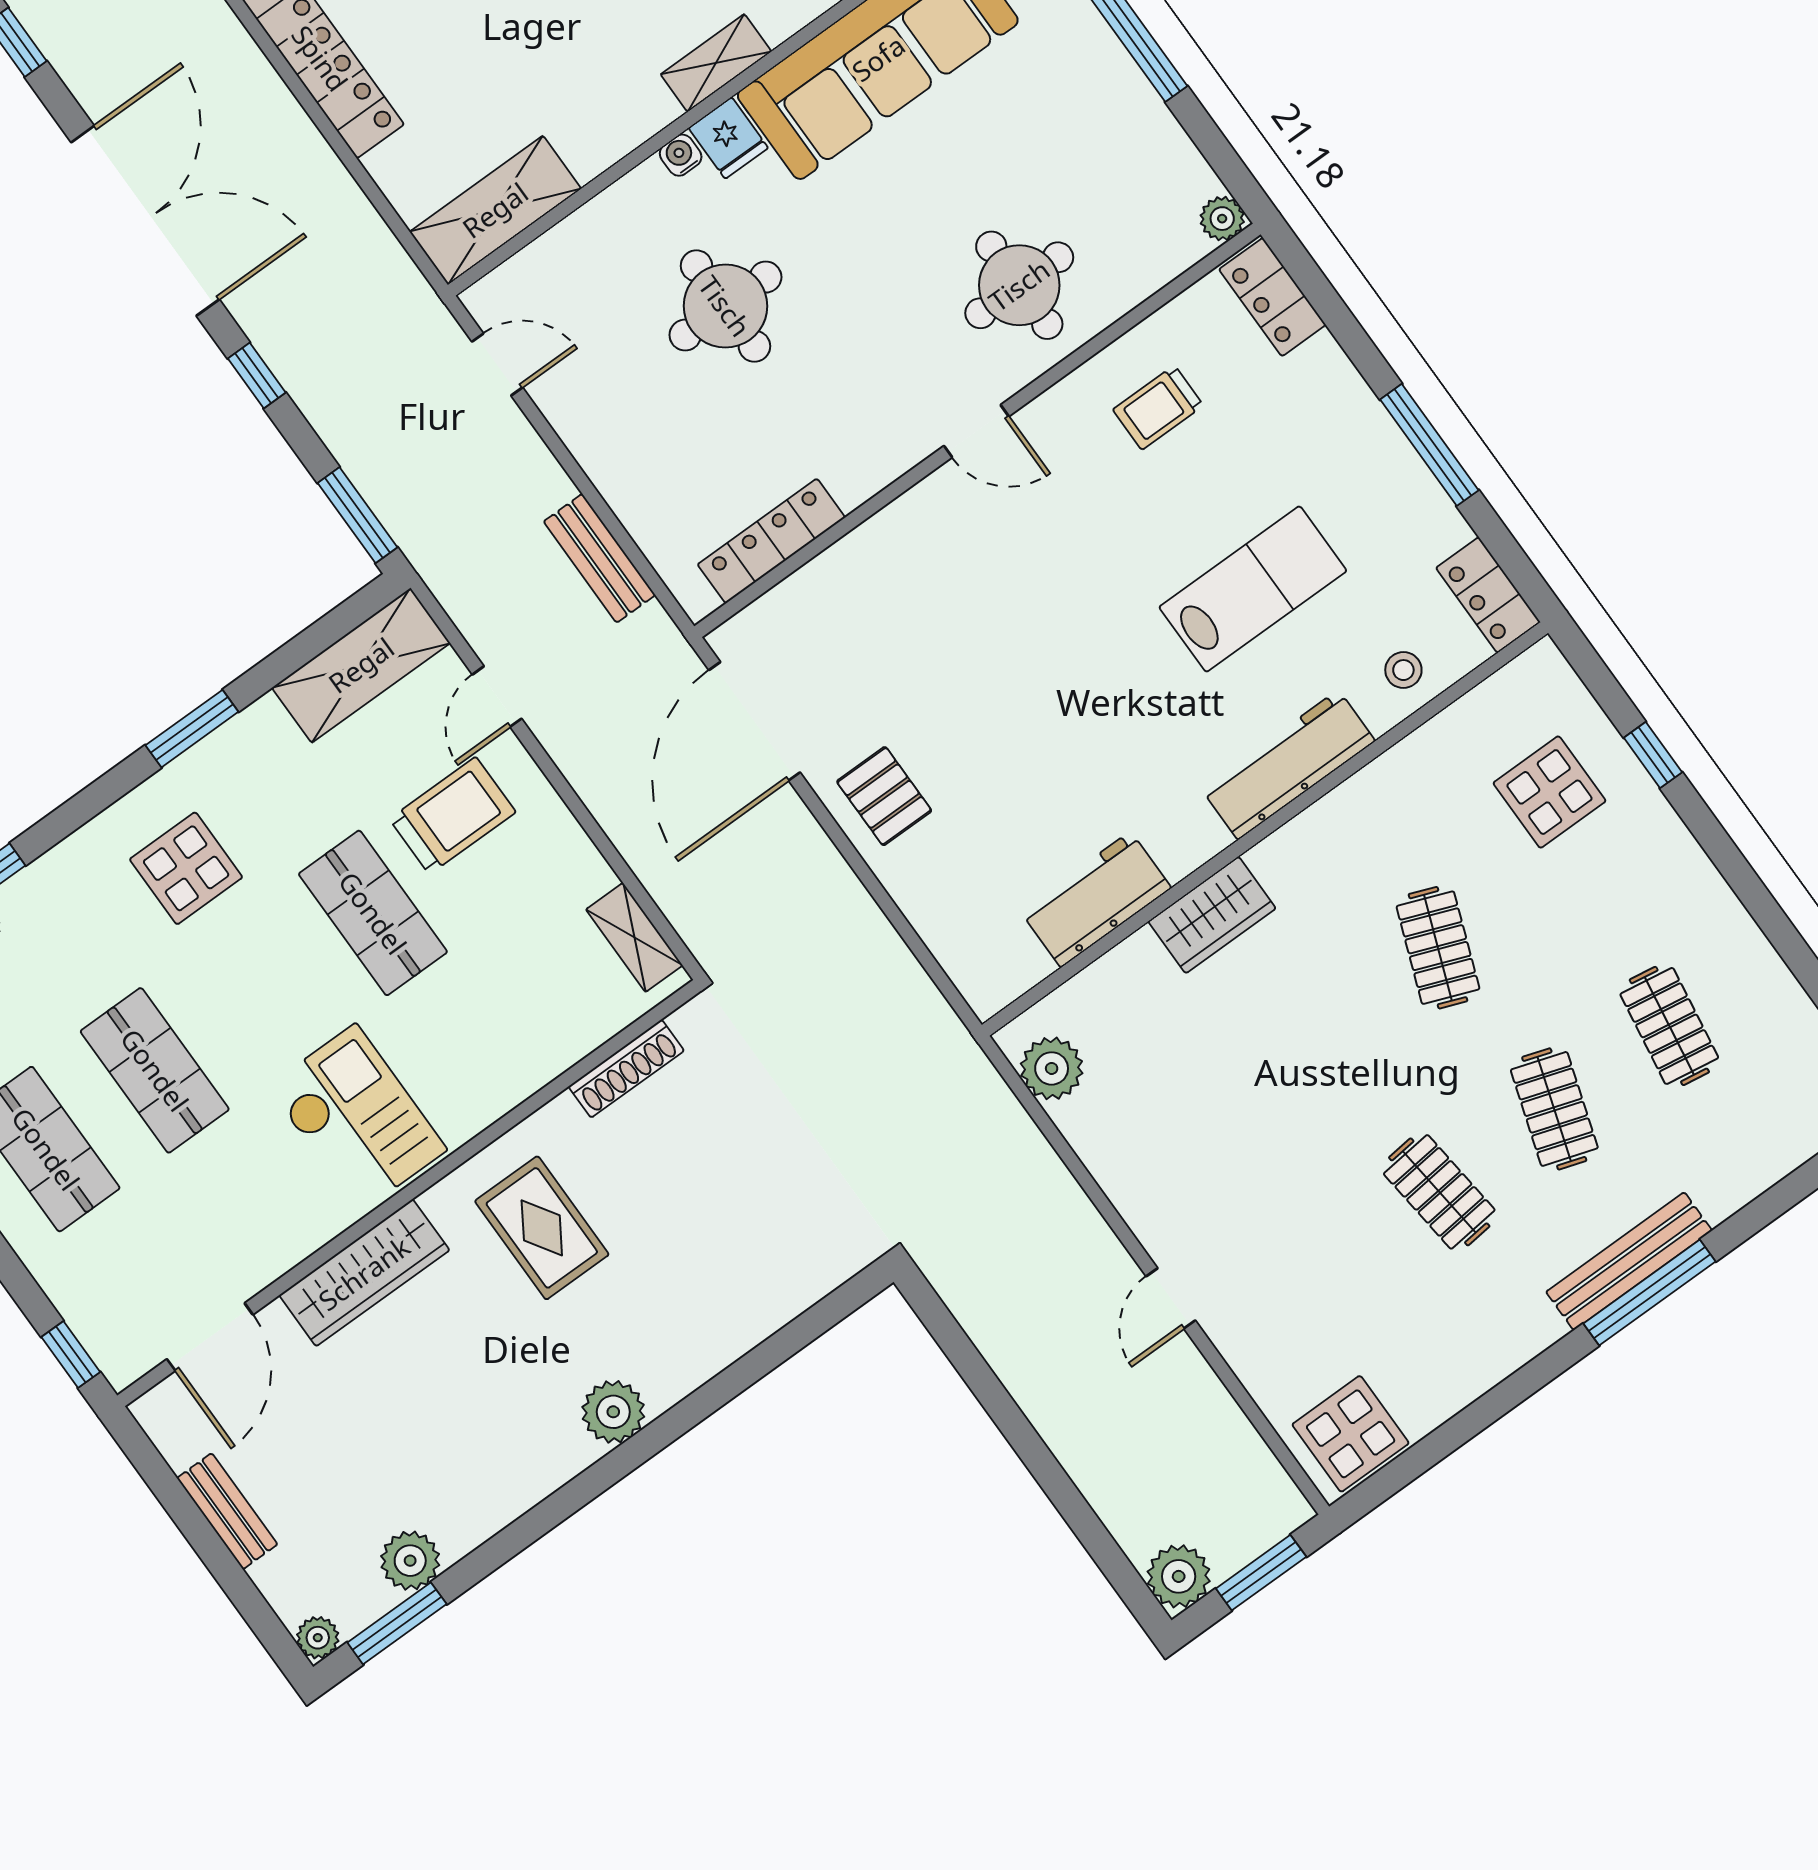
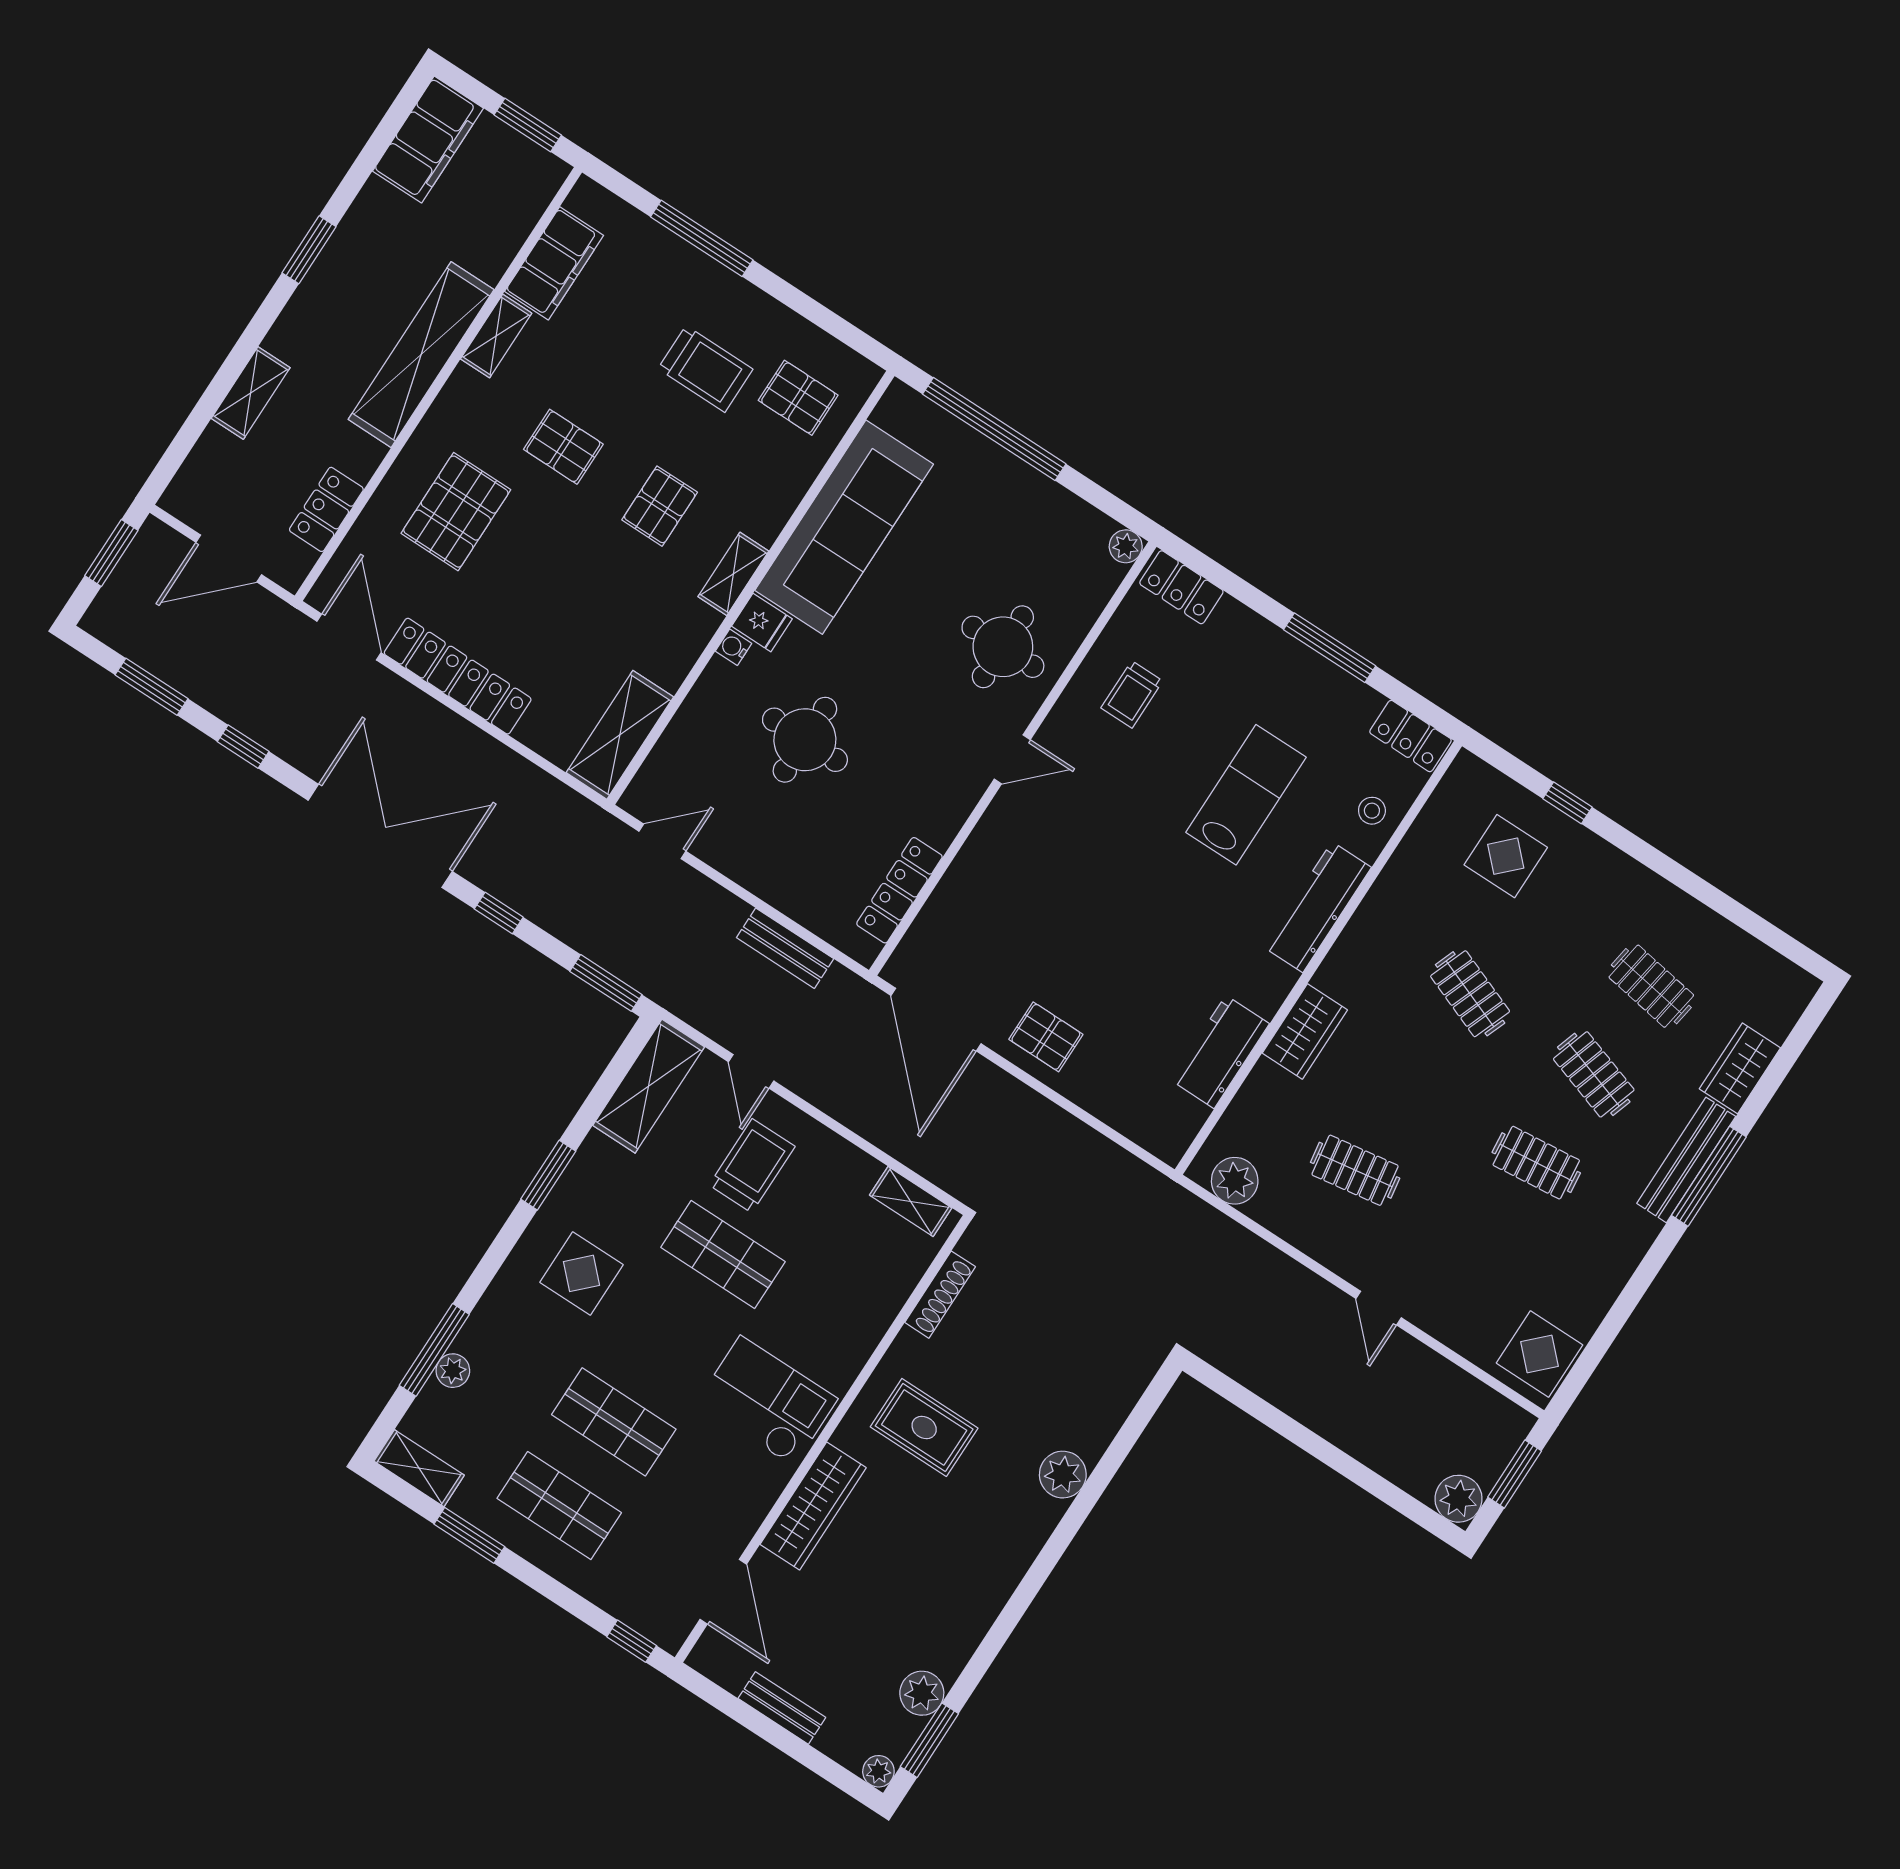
clothes rail: (1208, 1114) -> (1355, 1170), added
wardrobe: (1741, 1172) -> (1740, 1068), added
plant: (613, 1412) -> (1063, 1475), moved

